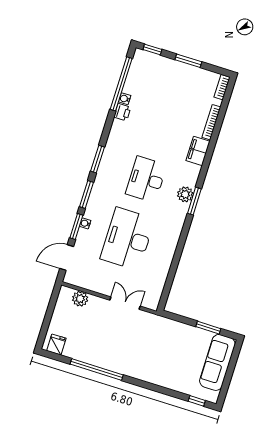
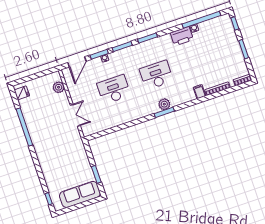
printer: (122, 112) -> (182, 36), width x1.87, depth x1.48
filing cabinet: (198, 151) -> (199, 92), width x0.50
desk: (128, 239) -> (114, 89), width x0.73, depth x0.77
door: (67, 257) -> (77, 62), swing flipped

